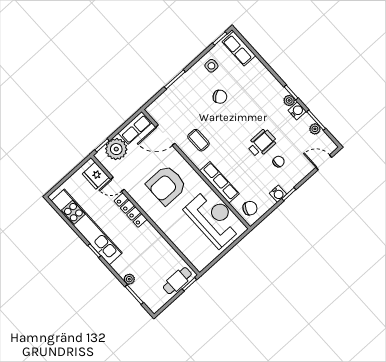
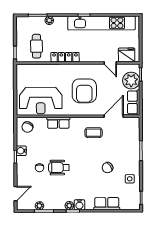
row of seats: (239, 49) -> (107, 204), moved
water cooler: (297, 111) -> (79, 205), moved
wheelchair: (262, 143) -> (59, 168), turned 90
row of seats: (219, 182) -> (58, 123), width x0.68
door: (117, 184) -> (110, 63), swing flipped
armchair: (166, 185) -> (84, 91), turned 180
locker: (131, 210) -> (65, 57), moved
cafe table: (177, 281) -> (37, 46), moved

